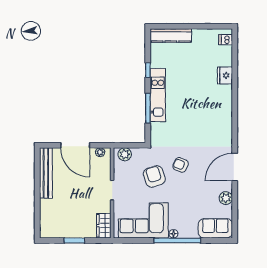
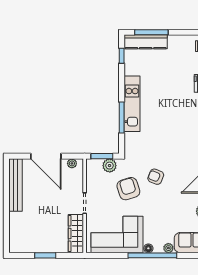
window: (176, 26) -> (151, 32), added
window: (148, 70) -> (122, 56), moved
window: (129, 145) -> (102, 156), added
plant: (125, 154) -> (110, 166), moved
wardrobe: (104, 226) -> (76, 233), width x1.50
plant: (193, 233) -> (168, 248), added

